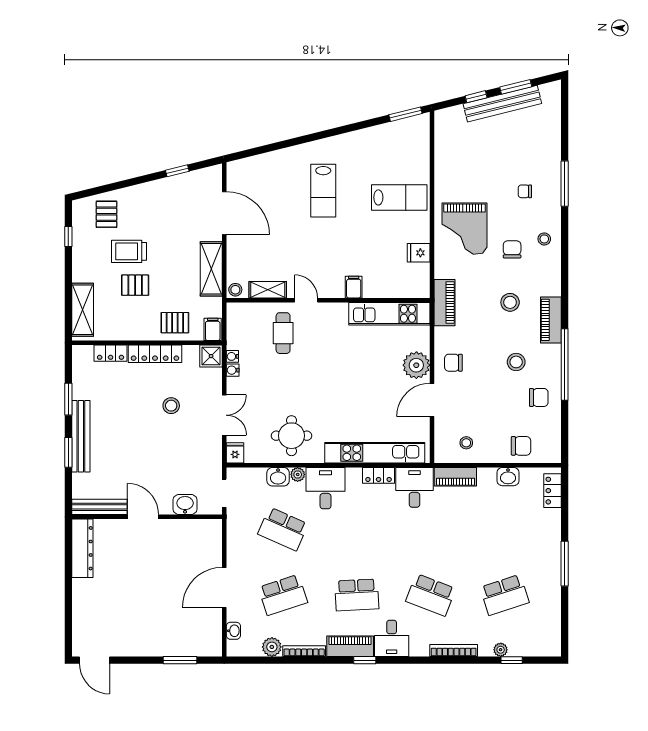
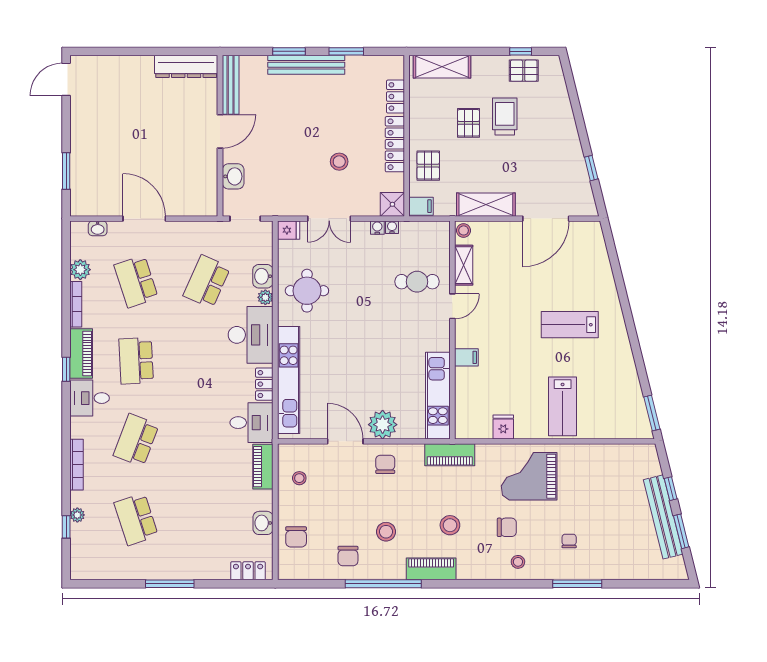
pallet: (107, 214) -> (524, 71), moved
desk: (325, 488) -> (251, 335), width x1.37

